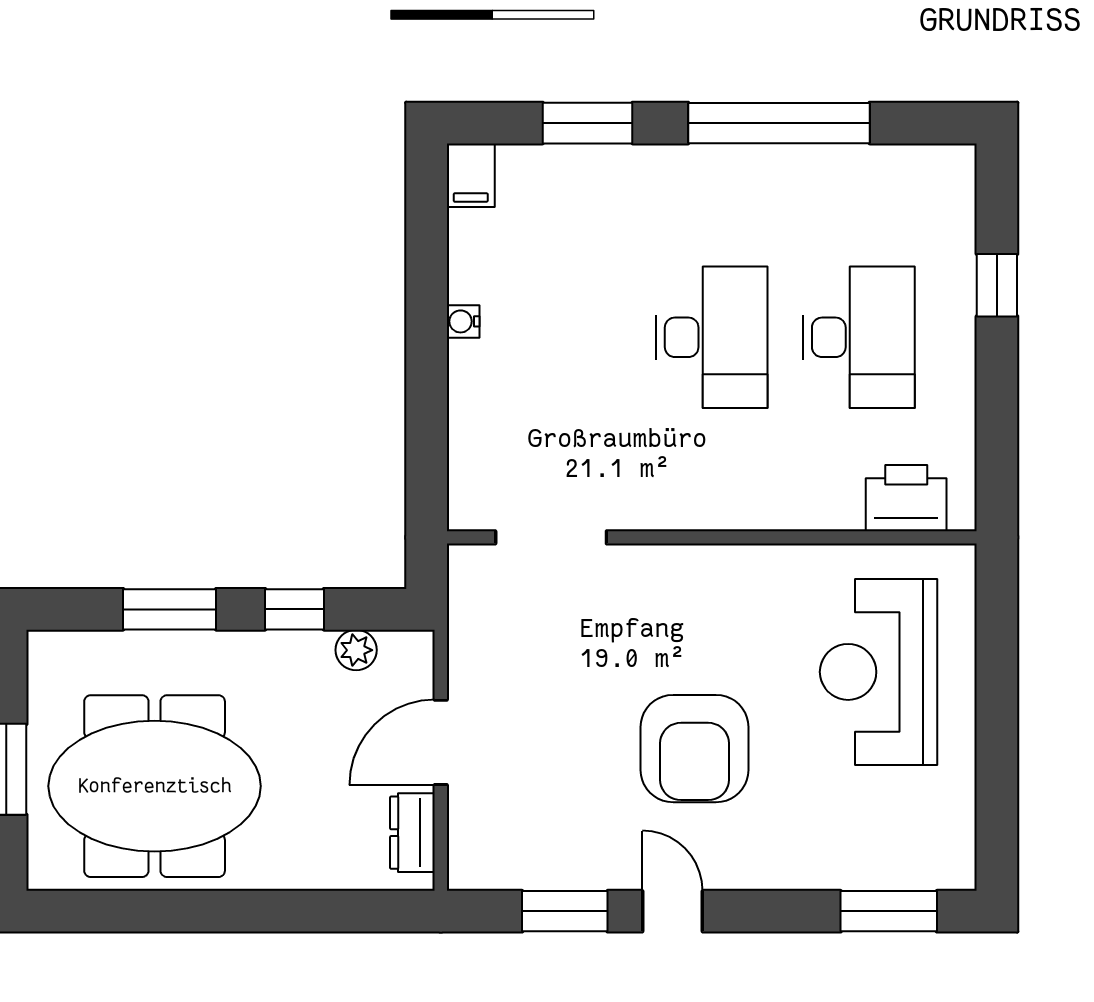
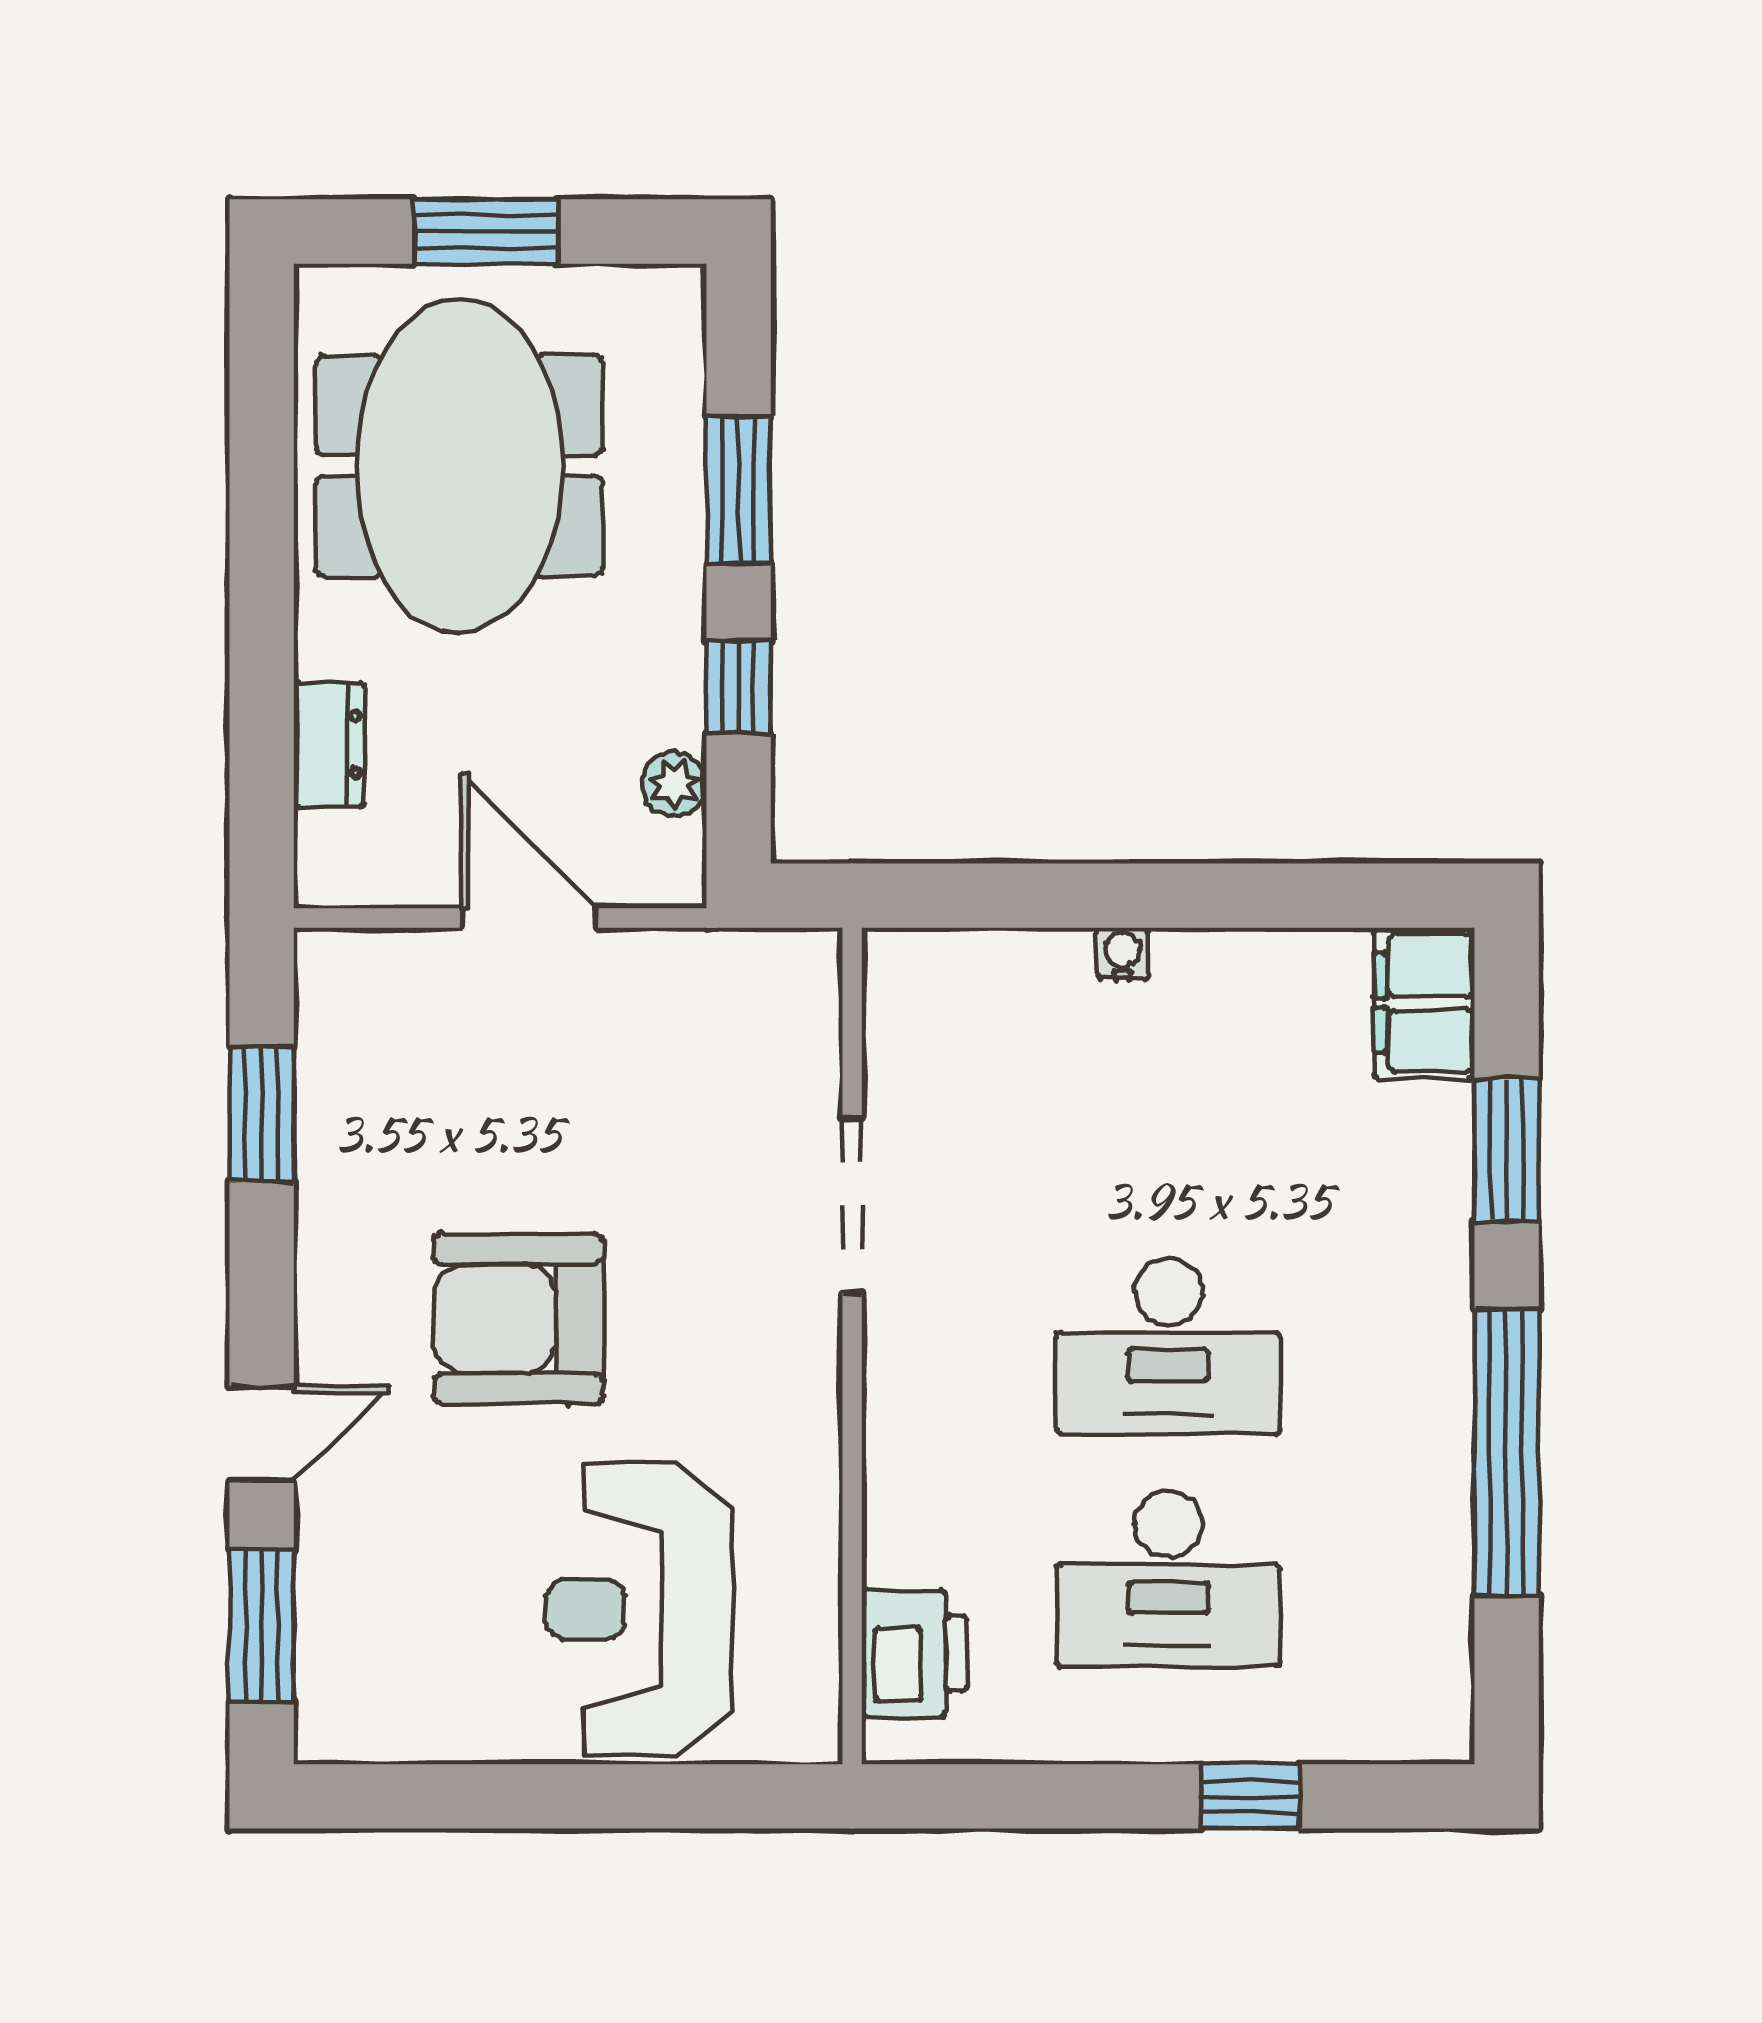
filing cabinet: (471, 175) -> (1424, 1003), width x2.00
water cooler: (463, 321) -> (1123, 953), moved
doorway: (551, 537) -> (852, 1205), moved
reception desk: (879, 672) -> (640, 1609), turned -90
dresser: (412, 833) -> (329, 744), moved, turned 90
door: (673, 911) -> (262, 1433), moved

